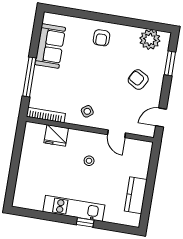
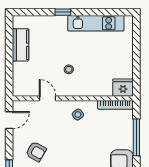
fridge: (56, 135) -> (123, 88), moved
kitchen unit: (74, 208) -> (96, 23), moved

